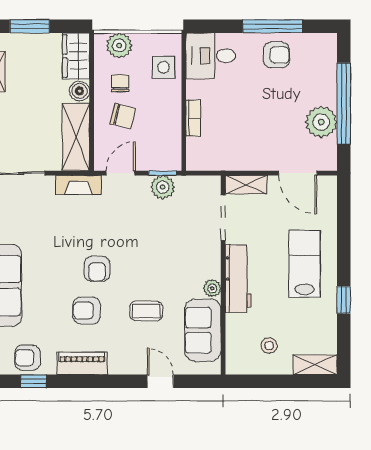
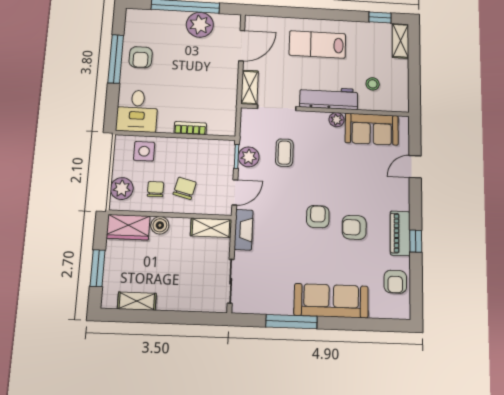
armchair: (276, 55) -> (141, 57), turned 180
chair: (120, 83) -> (156, 189), turned 90
shelving: (76, 137) -> (211, 228), width x0.67, depth x0.75
door: (121, 173) -> (235, 192), swing flipped
armchair: (97, 269) -> (318, 217), turned -90
window: (344, 300) -> (380, 17), moved
armchair: (87, 310) -> (354, 227), turned 90
coffee table: (146, 311) -> (284, 153), moved
stool: (269, 346) -> (373, 84), moved
window: (33, 381) -> (416, 241), moved

